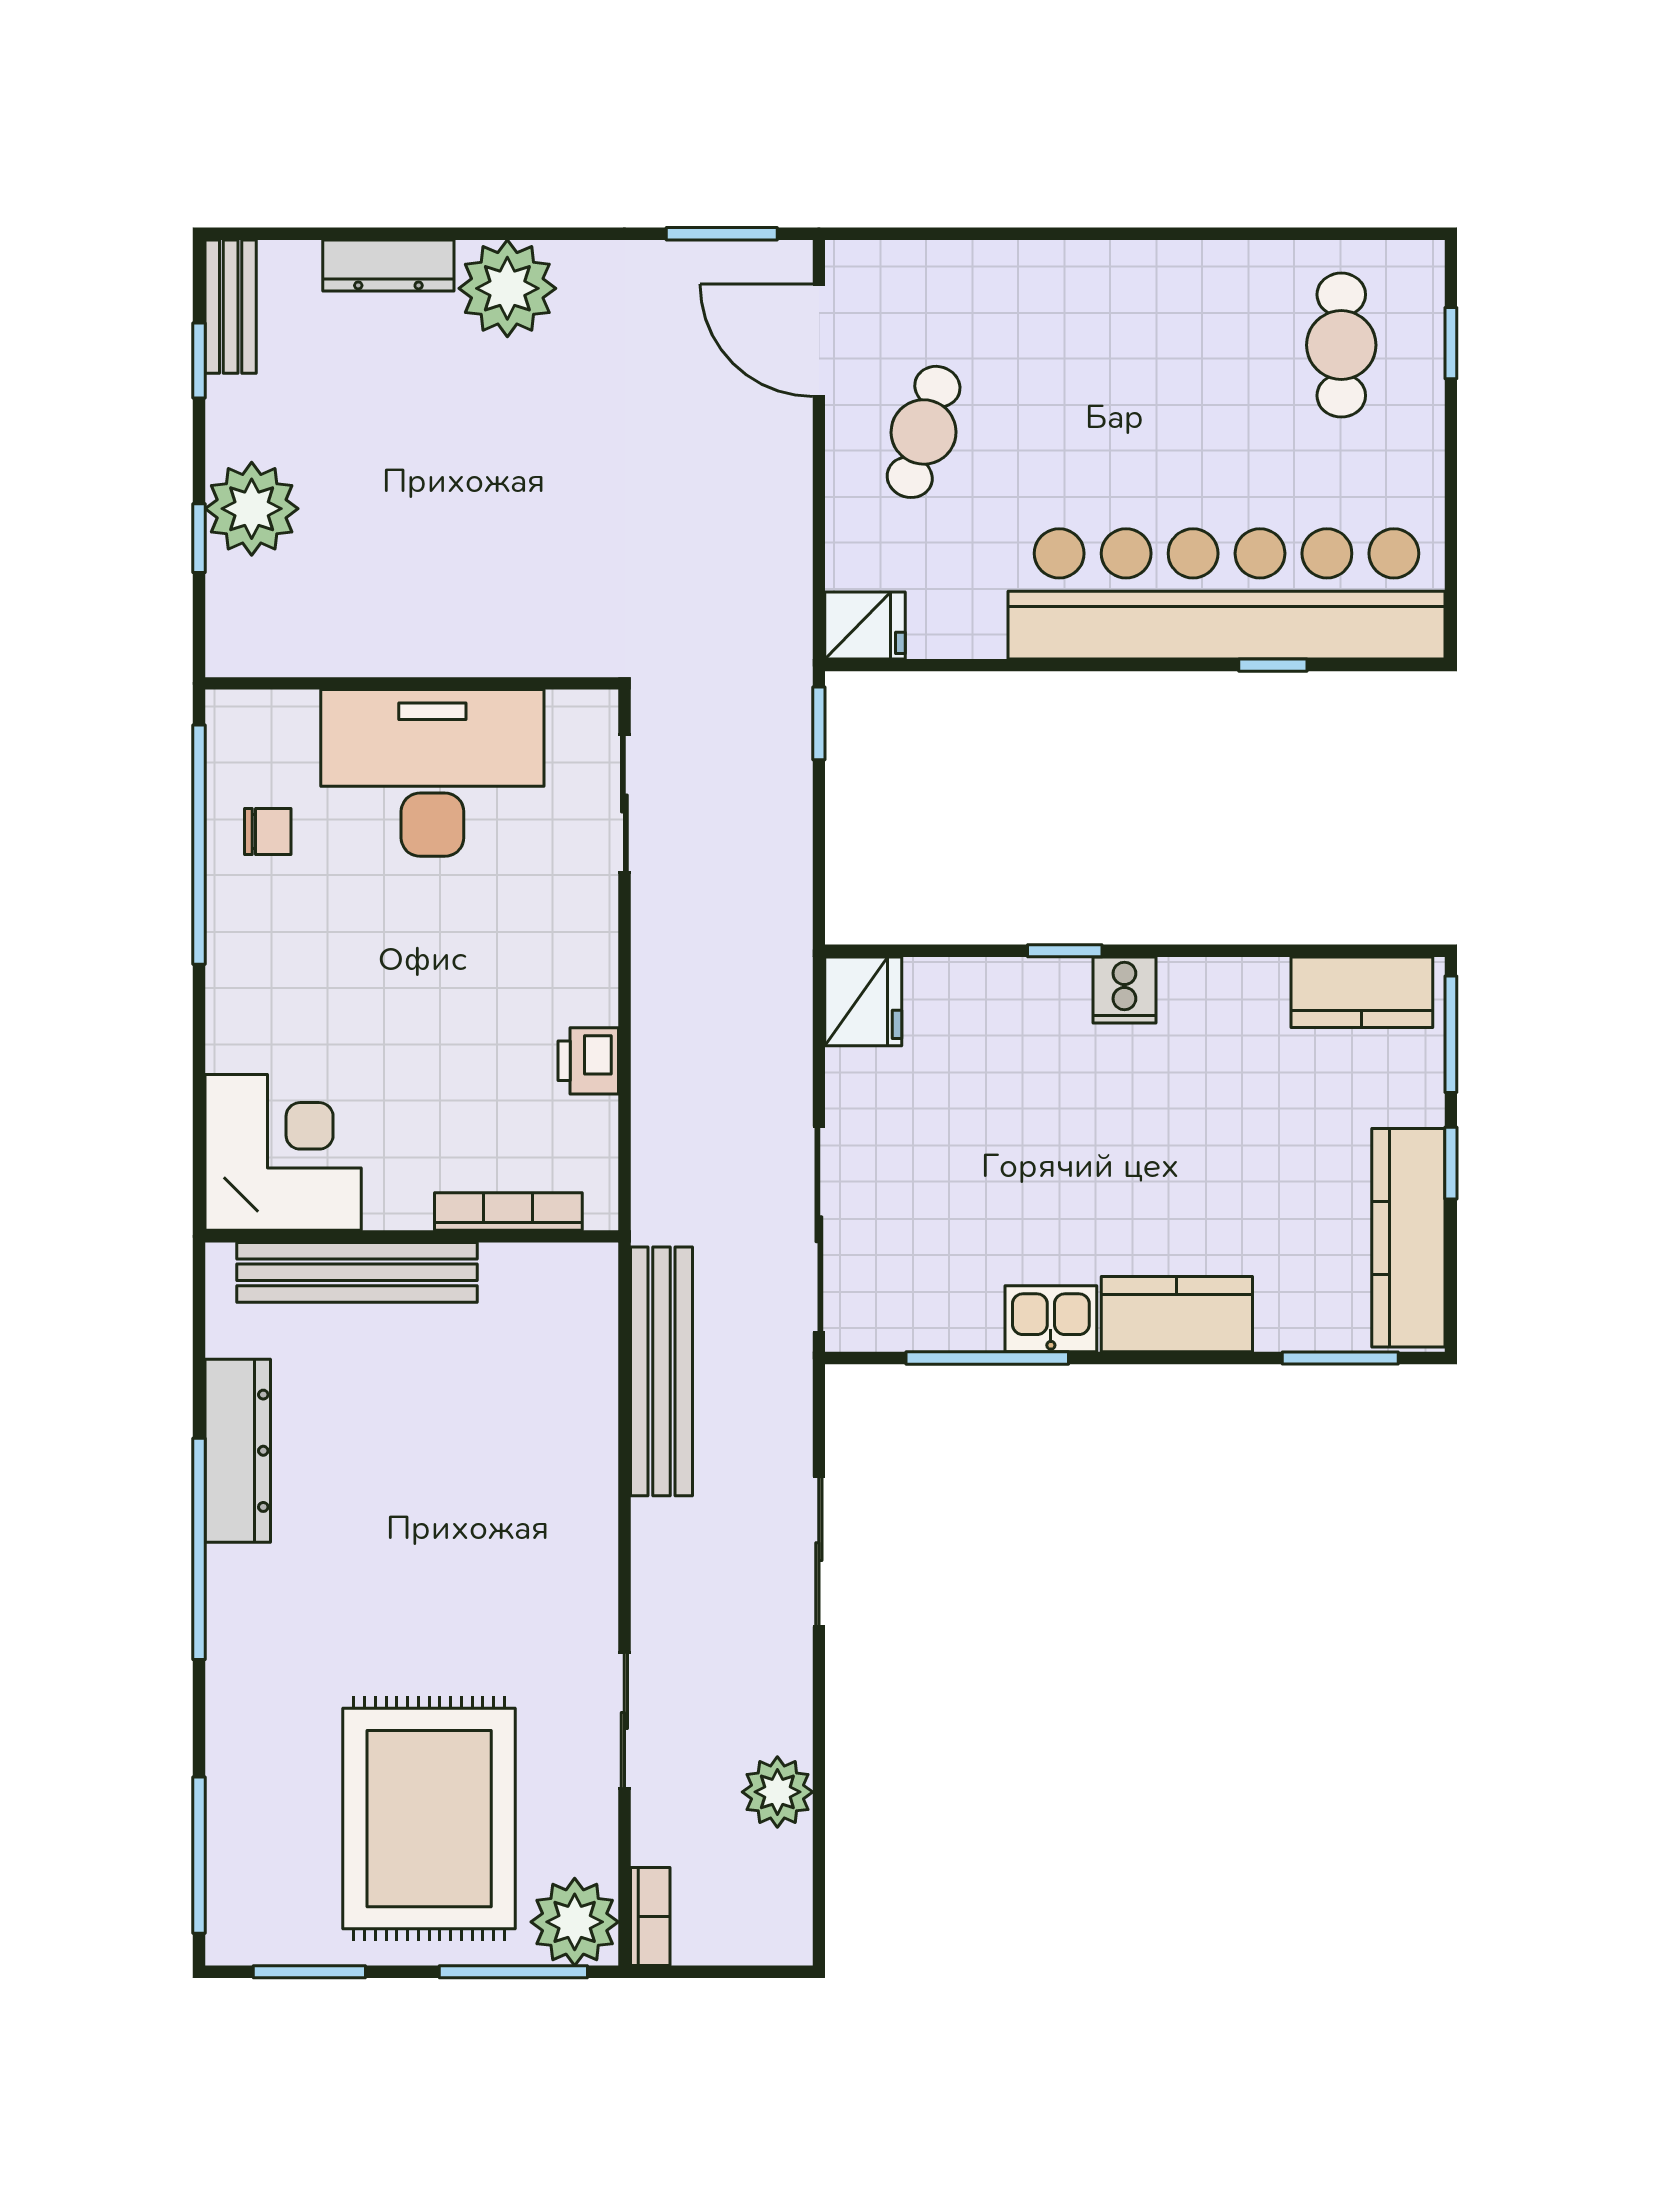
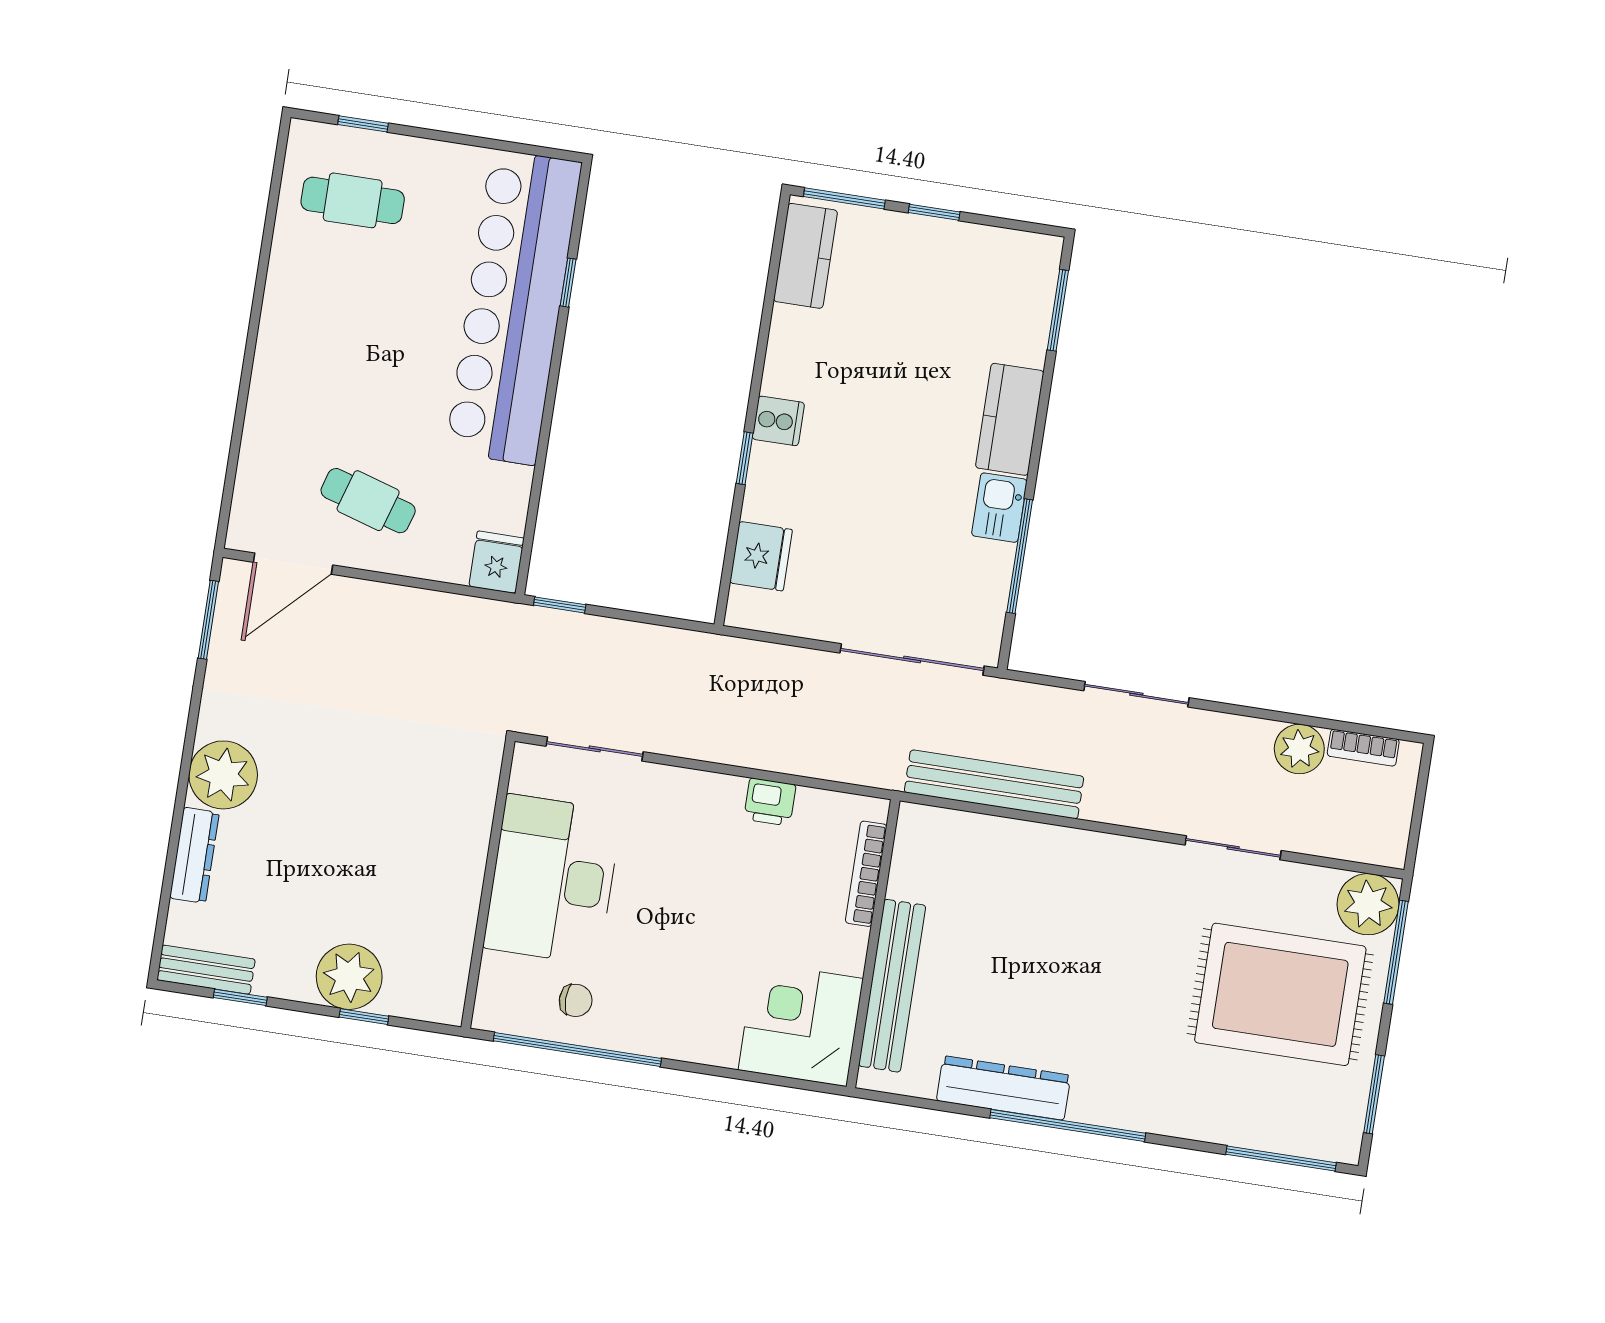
chair: (268, 832) -> (576, 1000), turned 90
fridge: (863, 1001) -> (761, 556), moved, turned 90
kitchen counter: (1408, 1238) -> (981, 250), removed
bookcase: (650, 1916) -> (1363, 748), moved, turned 180

